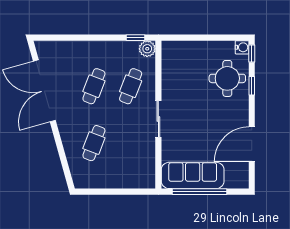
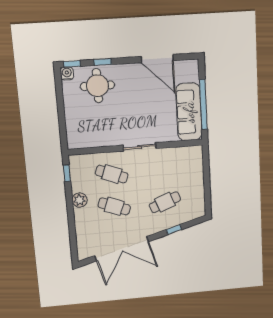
plant: (147, 49) -> (80, 200), moved
cafe table: (94, 143) -> (165, 202), turned -42
window: (61, 152) -> (174, 230), added

